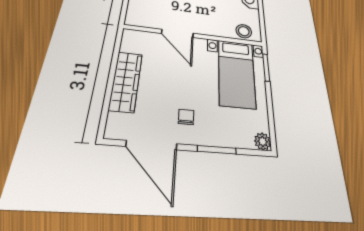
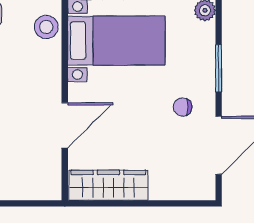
wardrobe: (126, 81) -> (108, 185), moved

